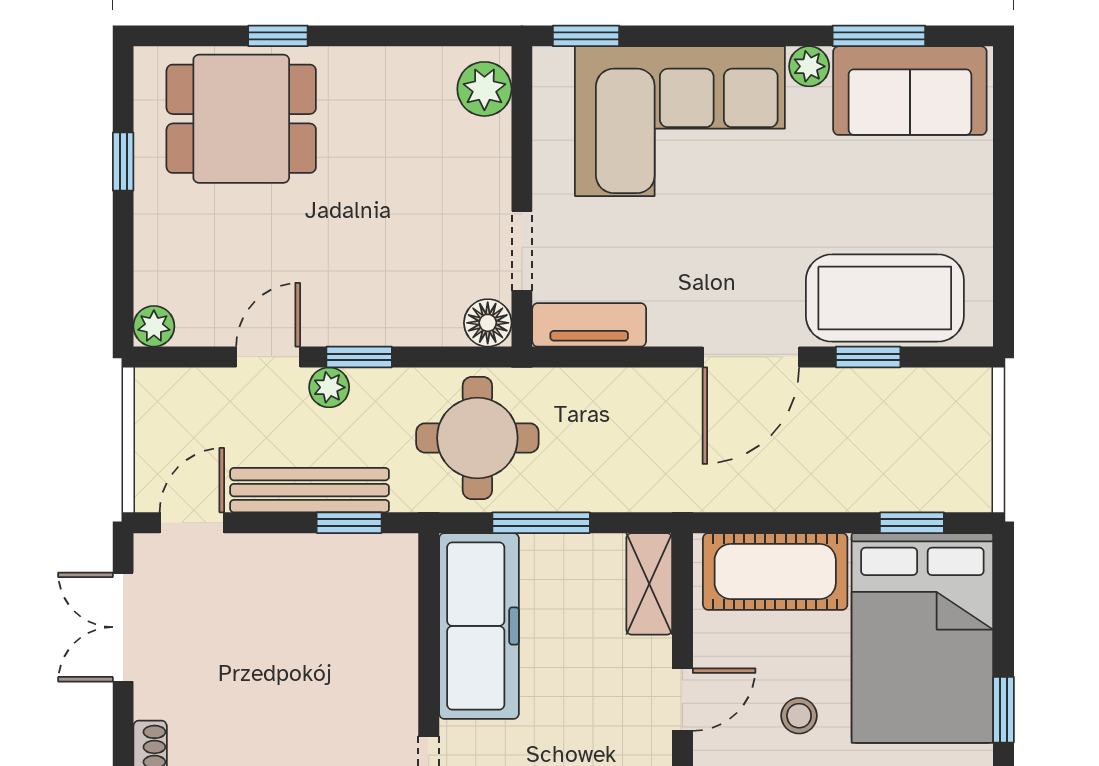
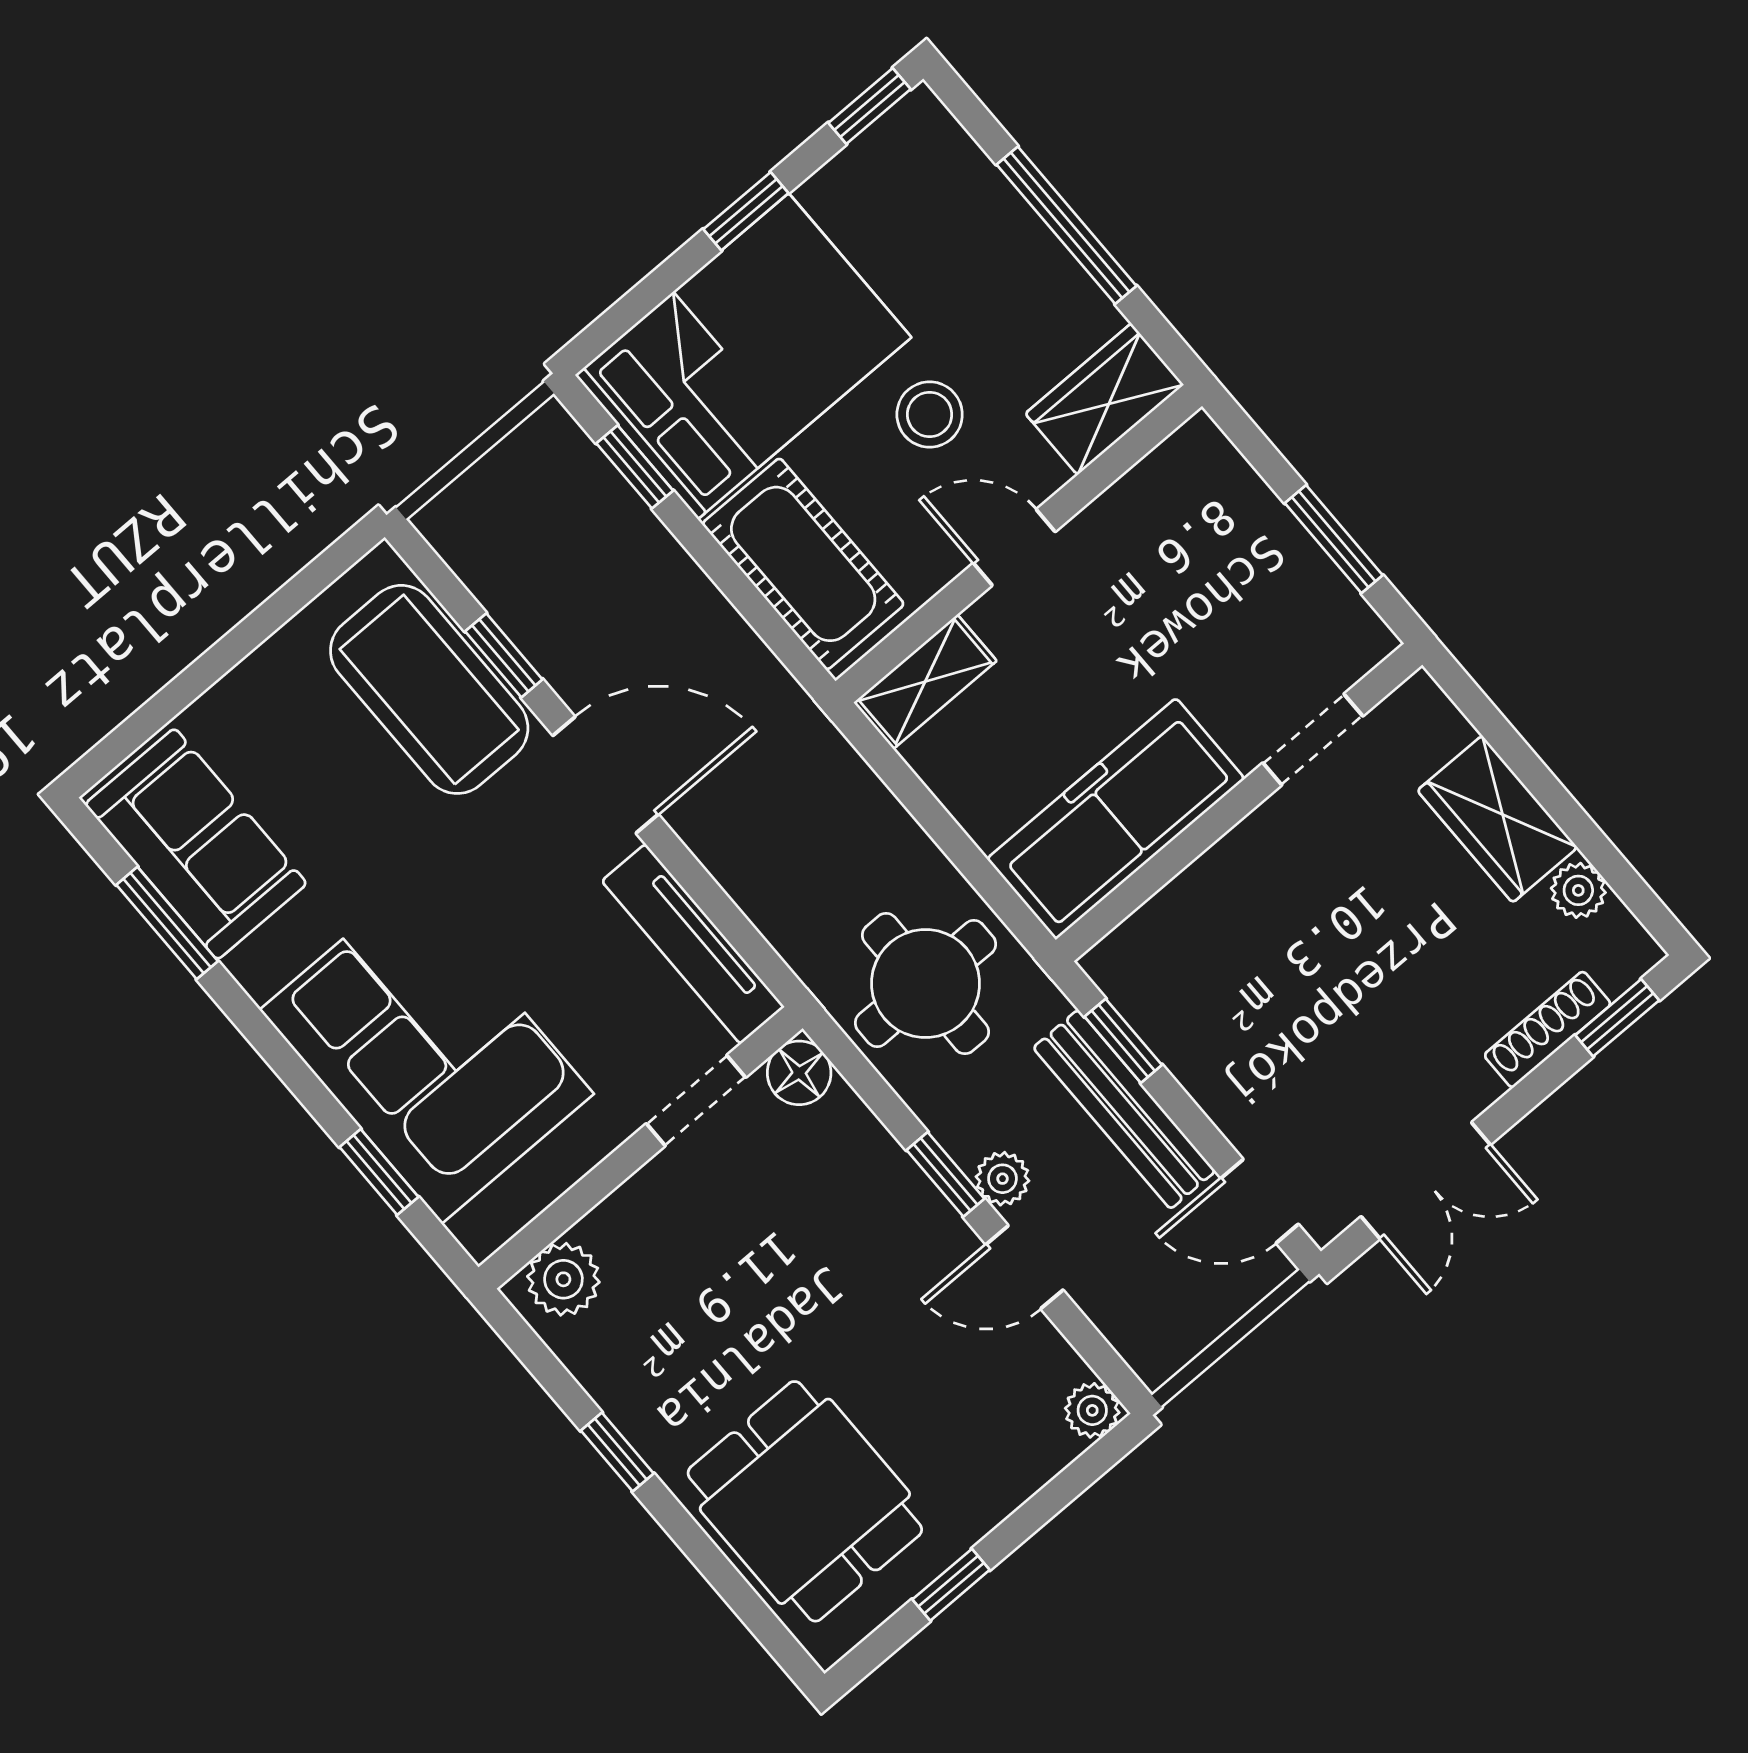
window: (278, 36) -> (617, 1452), moved
window: (586, 36) -> (379, 1172), moved
plant: (809, 66) -> (259, 968), removed
tv unit: (589, 325) -> (693, 944), width x1.41
window: (541, 523) -> (957, 845), removed
stool: (799, 716) -> (930, 415), width x1.37, depth x1.37

